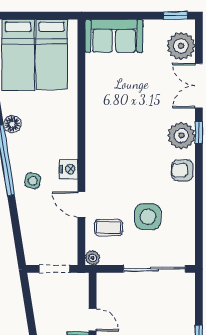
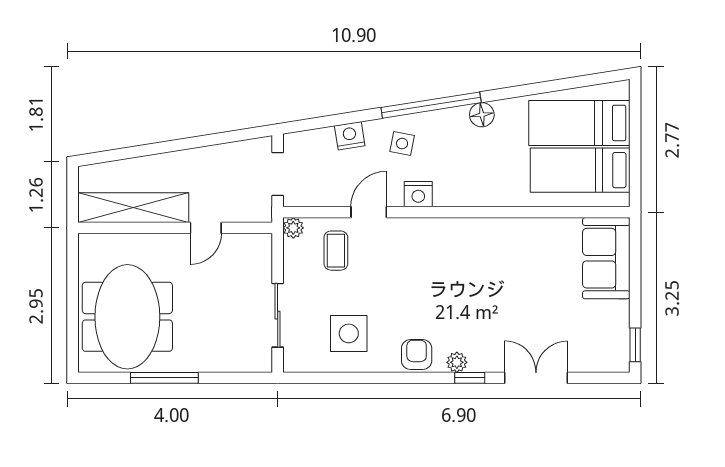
plant: (181, 46) -> (592, 353), removed
plant: (181, 135) -> (457, 362), width x0.53, depth x0.53
side table: (148, 217) -> (349, 333), moved
nightstand: (27, 218) -> (350, 136), added
sliding door: (154, 269) -> (278, 315), width x0.73

